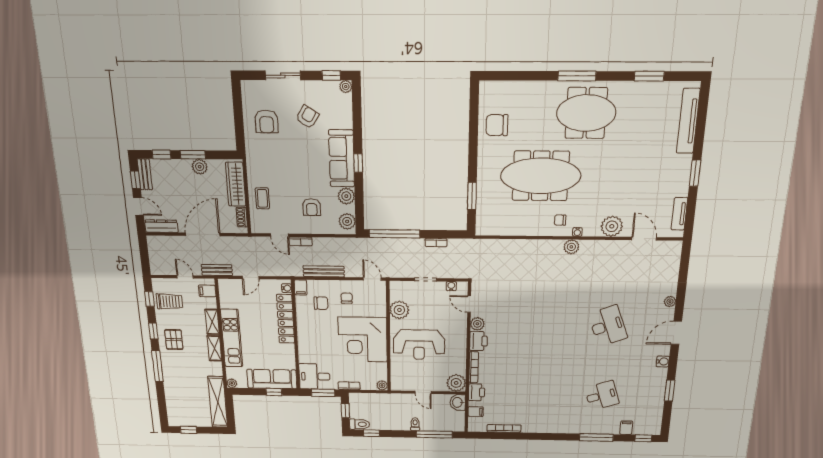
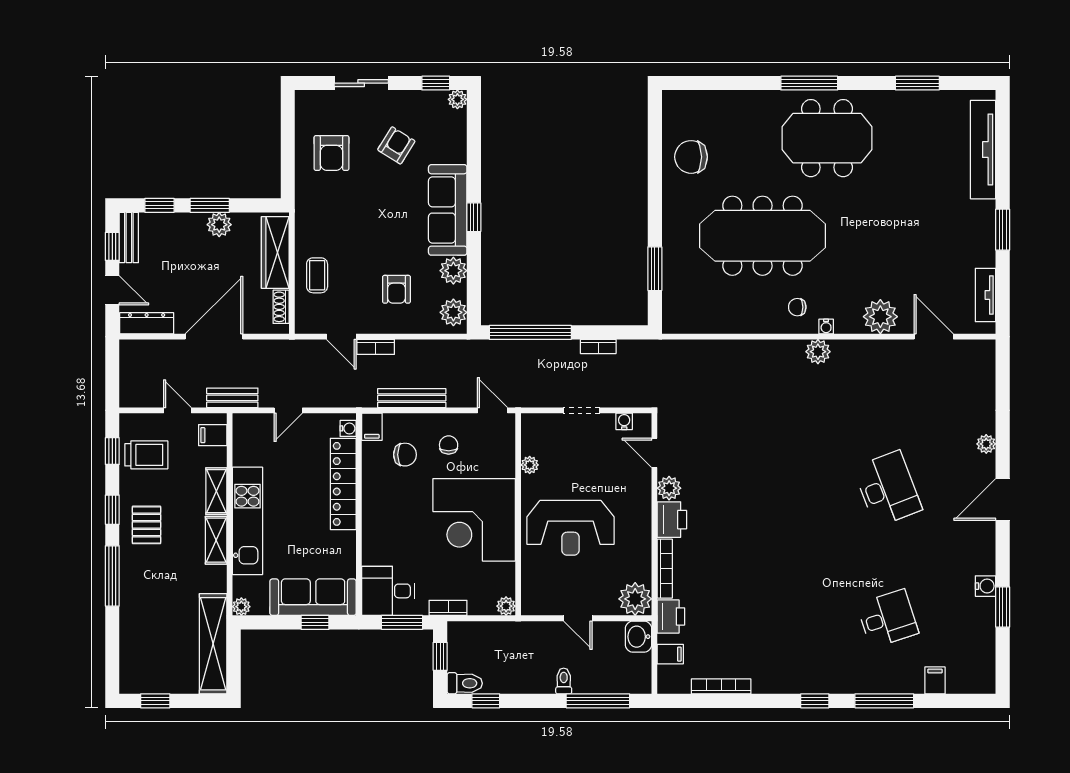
plant: (399, 310) -> (530, 465), width x0.53, depth x0.53
water cooler: (663, 361) -> (985, 586), moved
window: (643, 438) -> (815, 701), moved

